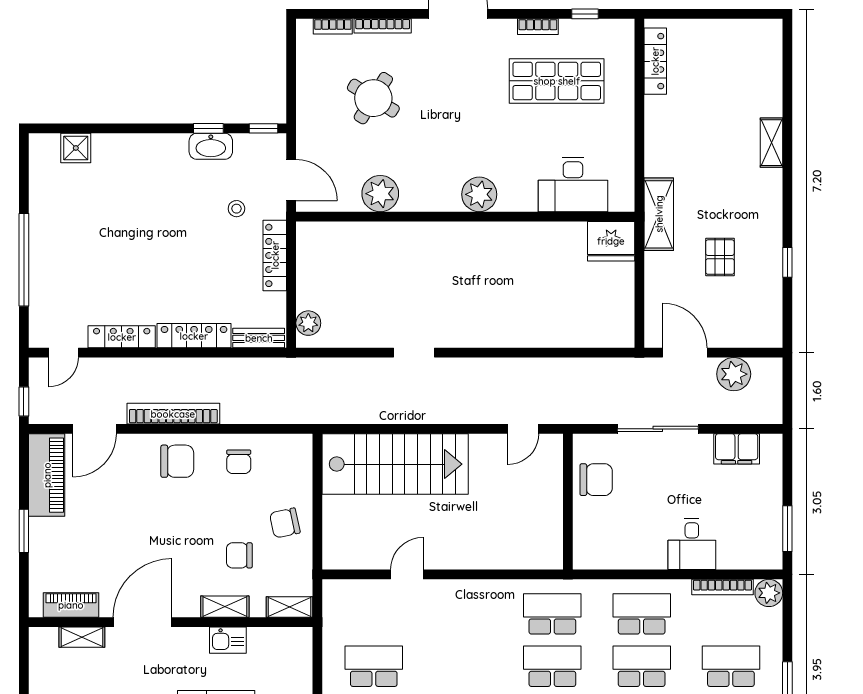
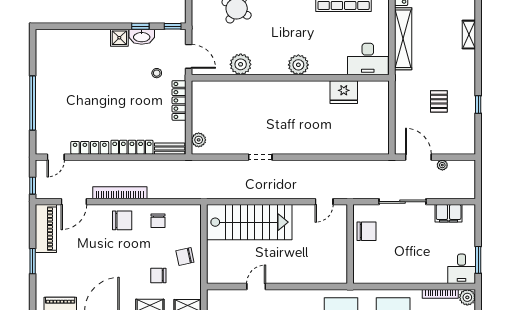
shower: (76, 148) -> (119, 38), moved
desk: (573, 185) -> (368, 59), moved
shelving: (659, 214) -> (403, 39), moved, width x1.47
fridge: (611, 241) -> (344, 92), moved
plant: (734, 374) -> (442, 165), width x0.53, depth x0.53
desk: (692, 544) -> (462, 269), moved

